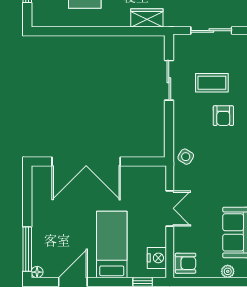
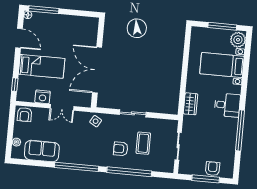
sliding door: (169, 80) -> (133, 113), moved
double door: (86, 162) -> (97, 70), moved
nightstand: (157, 258) -> (43, 97), moved

